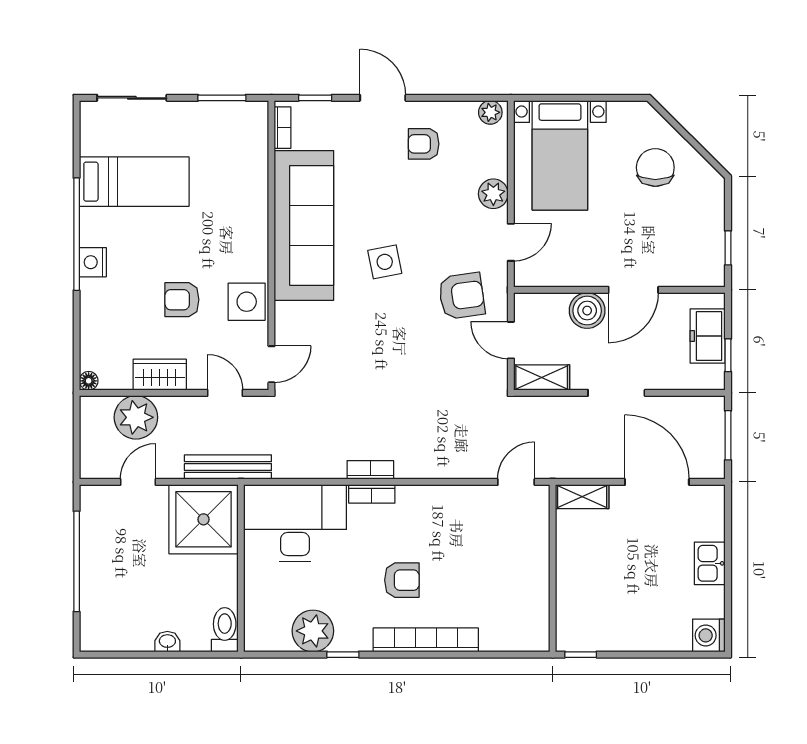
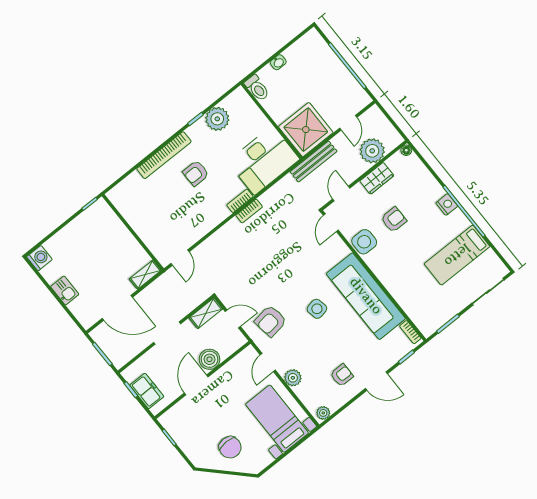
door: (225, 393) -> (341, 193), swing flipped

